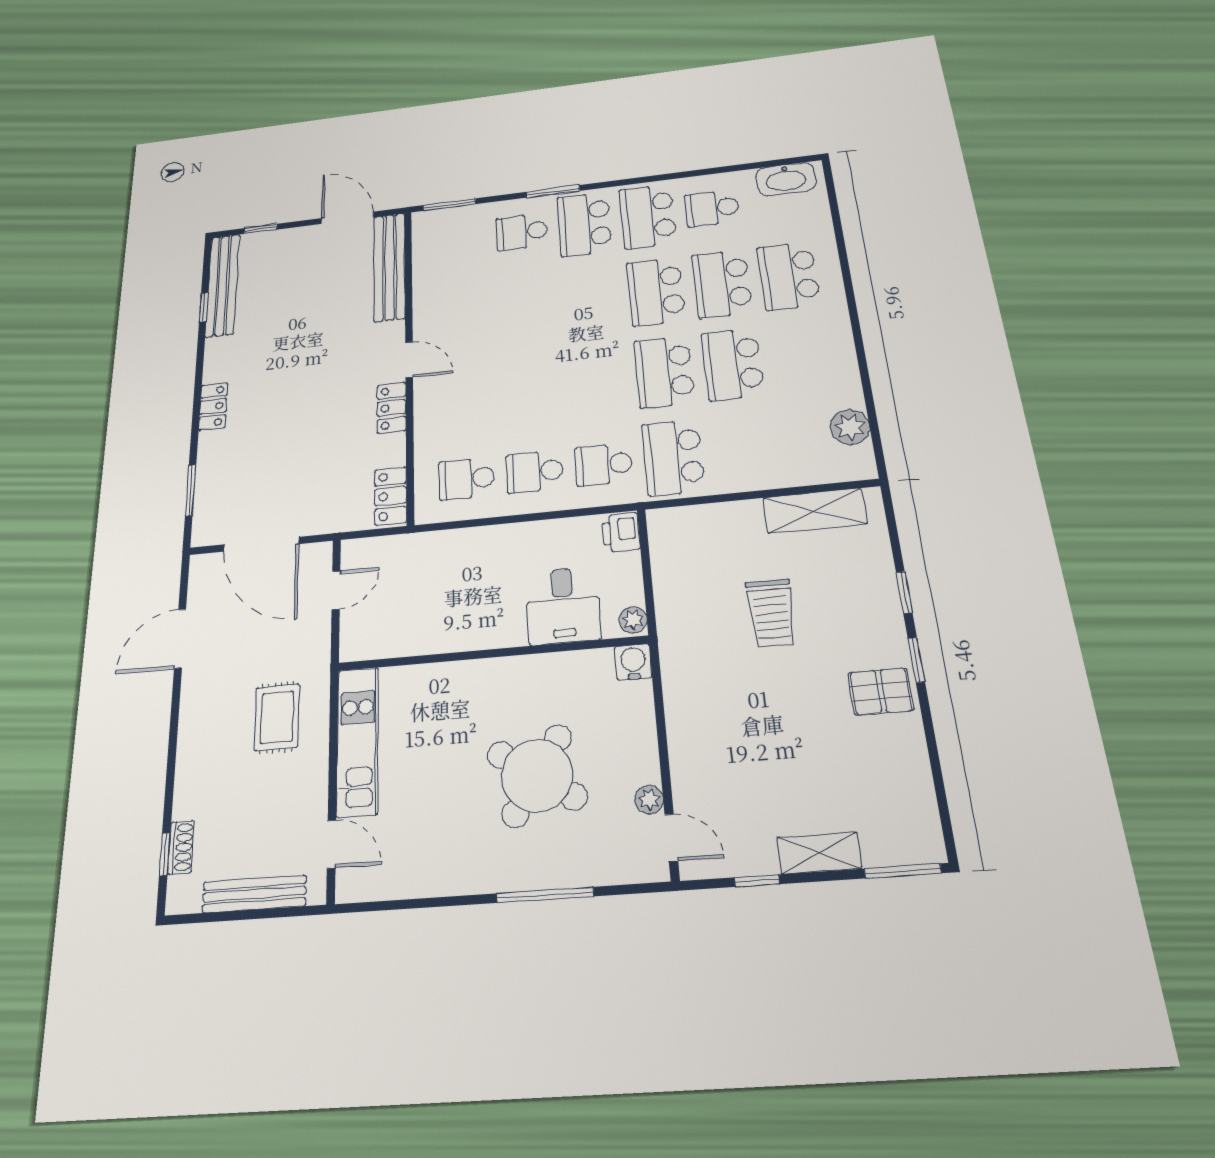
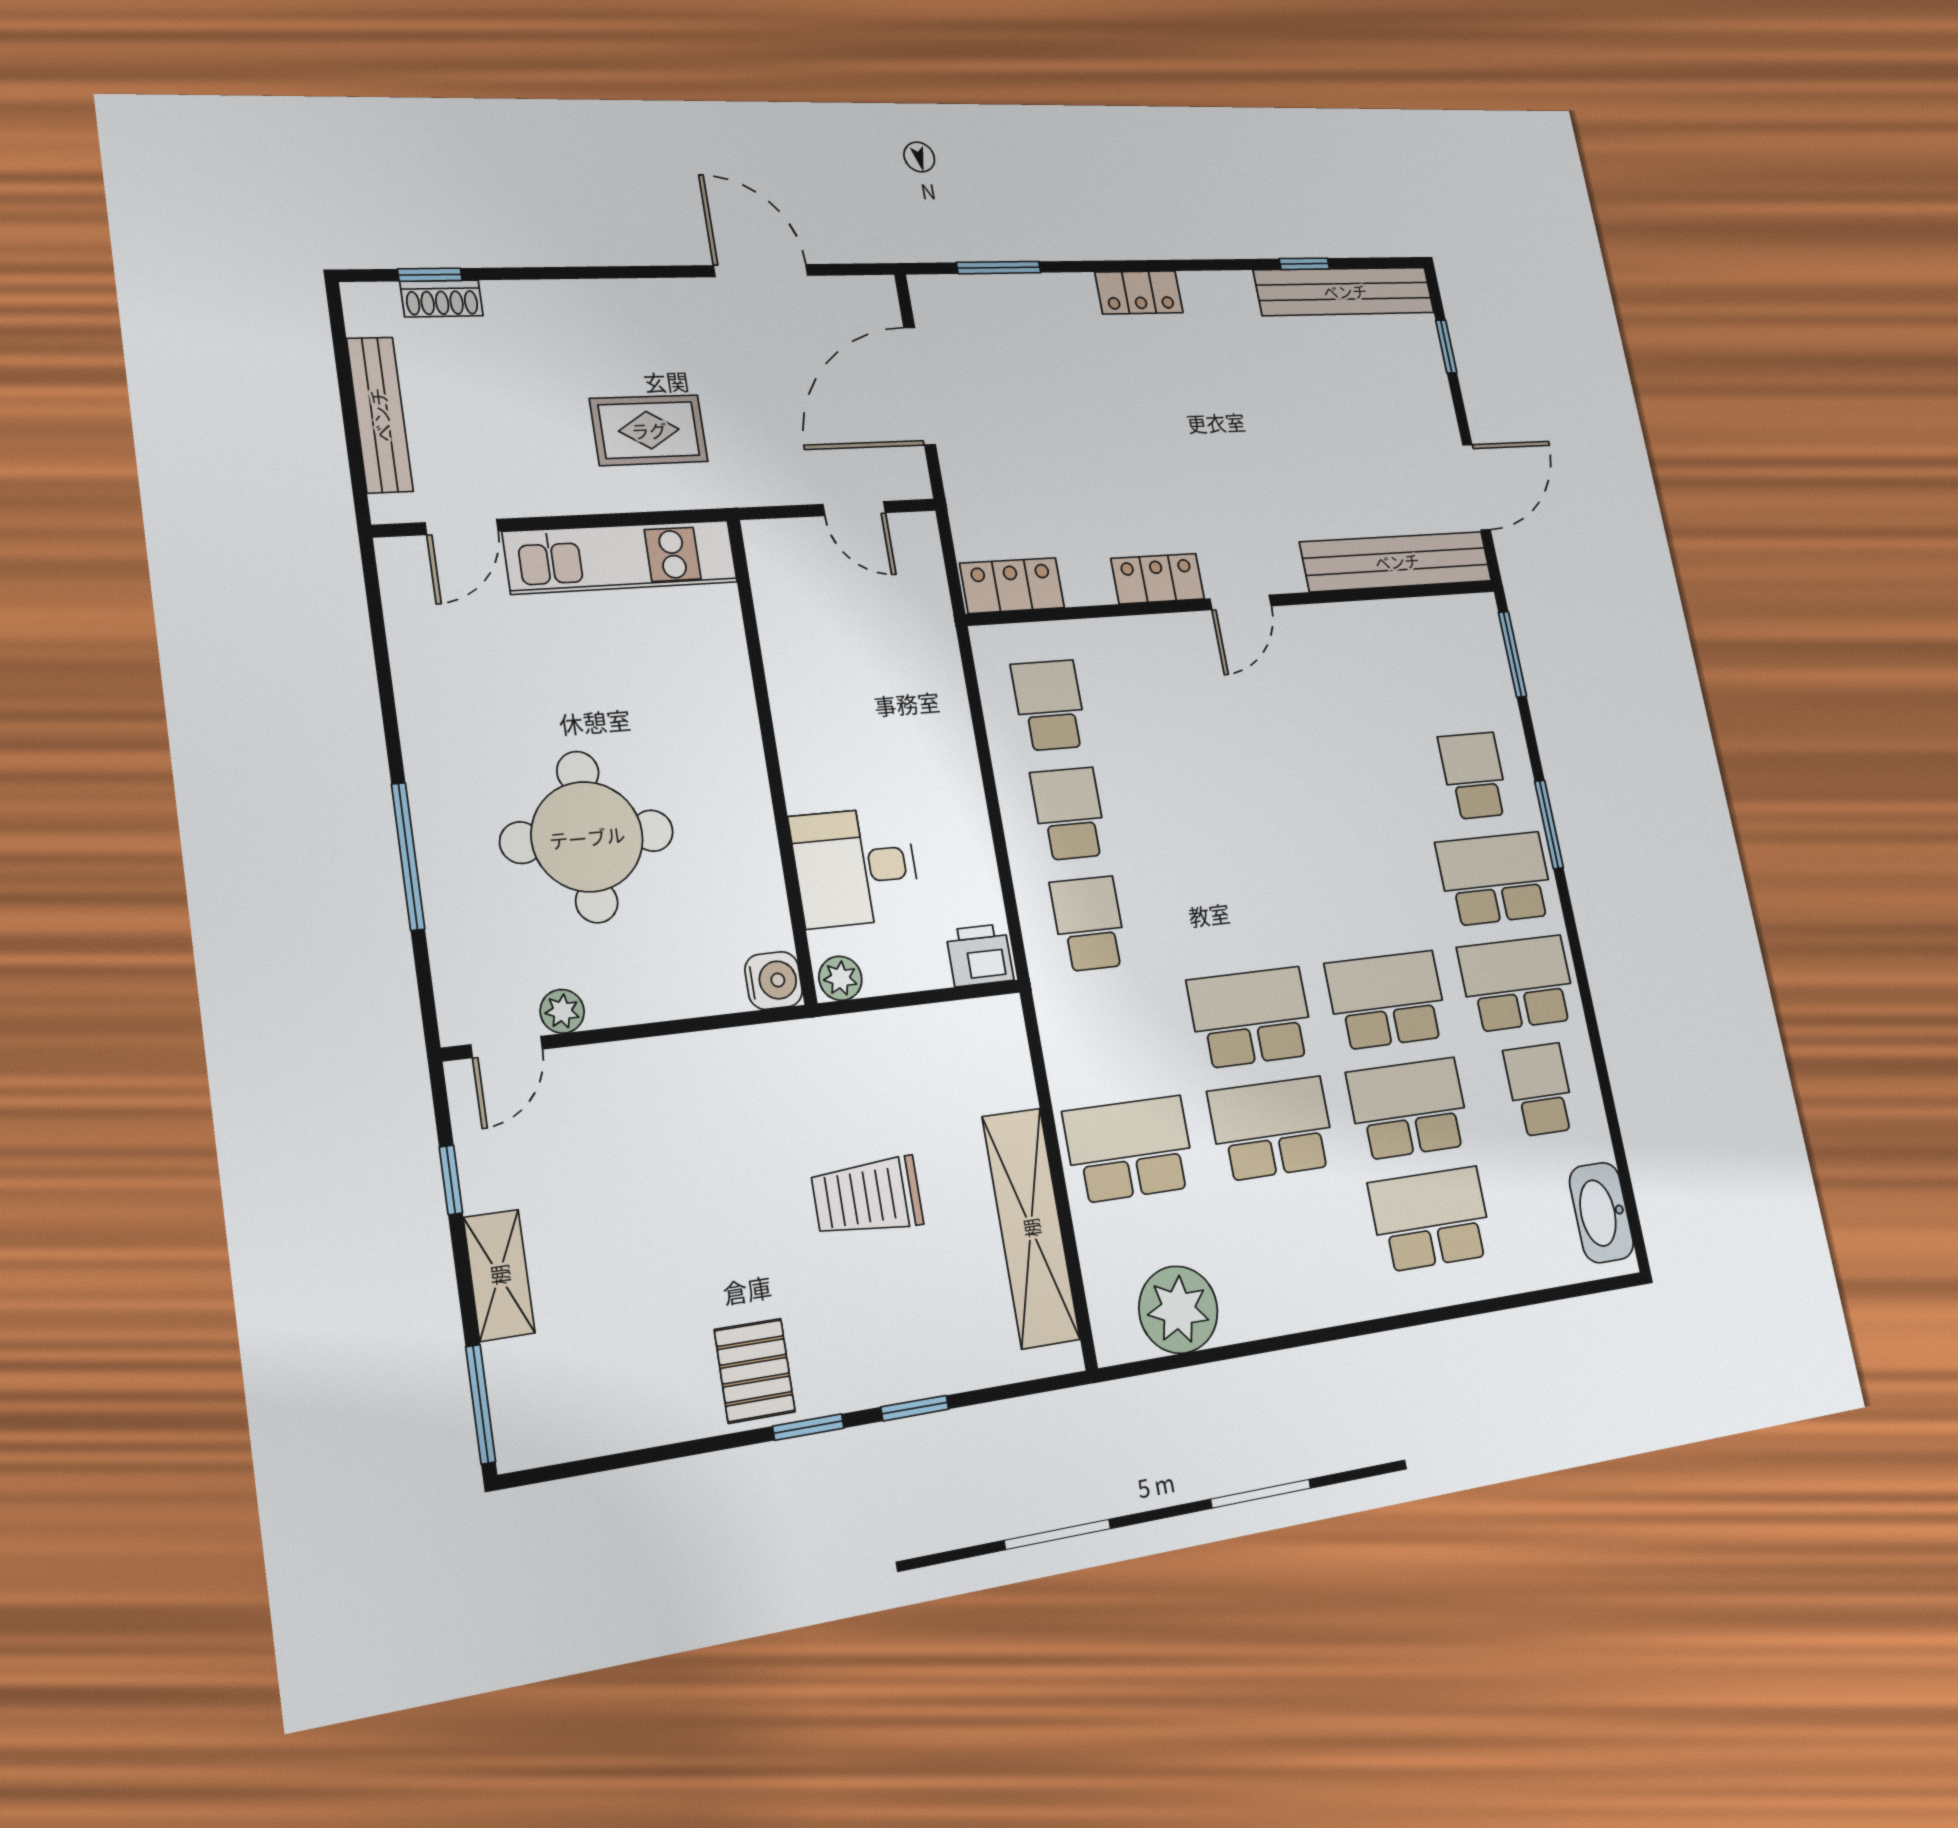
plant: (850, 427) -> (1178, 1310), width x1.36, depth x1.36
school desk: (673, 457) -> (1130, 1149), moved
shelving: (815, 511) -> (1031, 1228), width x1.47
round table: (537, 776) -> (587, 837), turned -33

